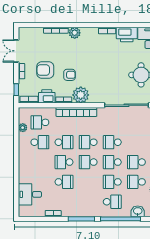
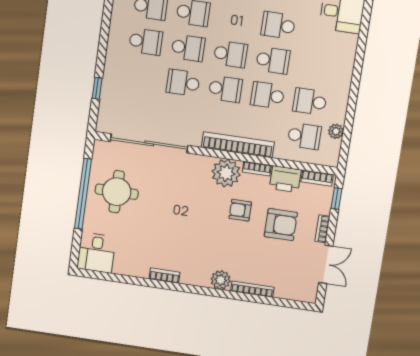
printer: (127, 34) -> (132, 264), removed
school desk: (112, 142) -> (183, 83), turned 180

